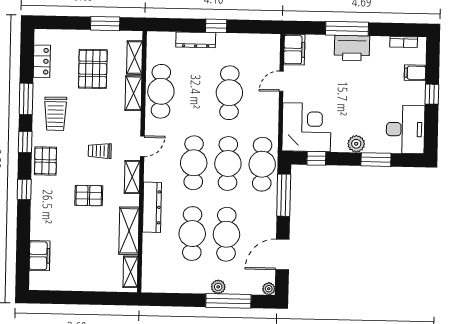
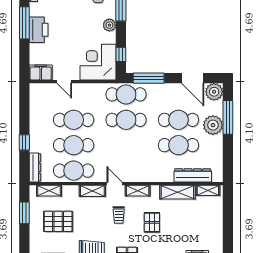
window: (216, 26) -> (24, 142), moved
window: (347, 29) -> (24, 23), moved
dresser: (196, 40) -> (35, 167), moved
shelving: (133, 93) -> (92, 191), moved
cafe table: (194, 163) -> (74, 145), moved
dresser: (152, 207) -> (193, 175), moved
plant: (218, 287) -> (213, 125), width x1.88, depth x1.88
plant: (269, 289) -> (214, 92), width x1.88, depth x1.88

